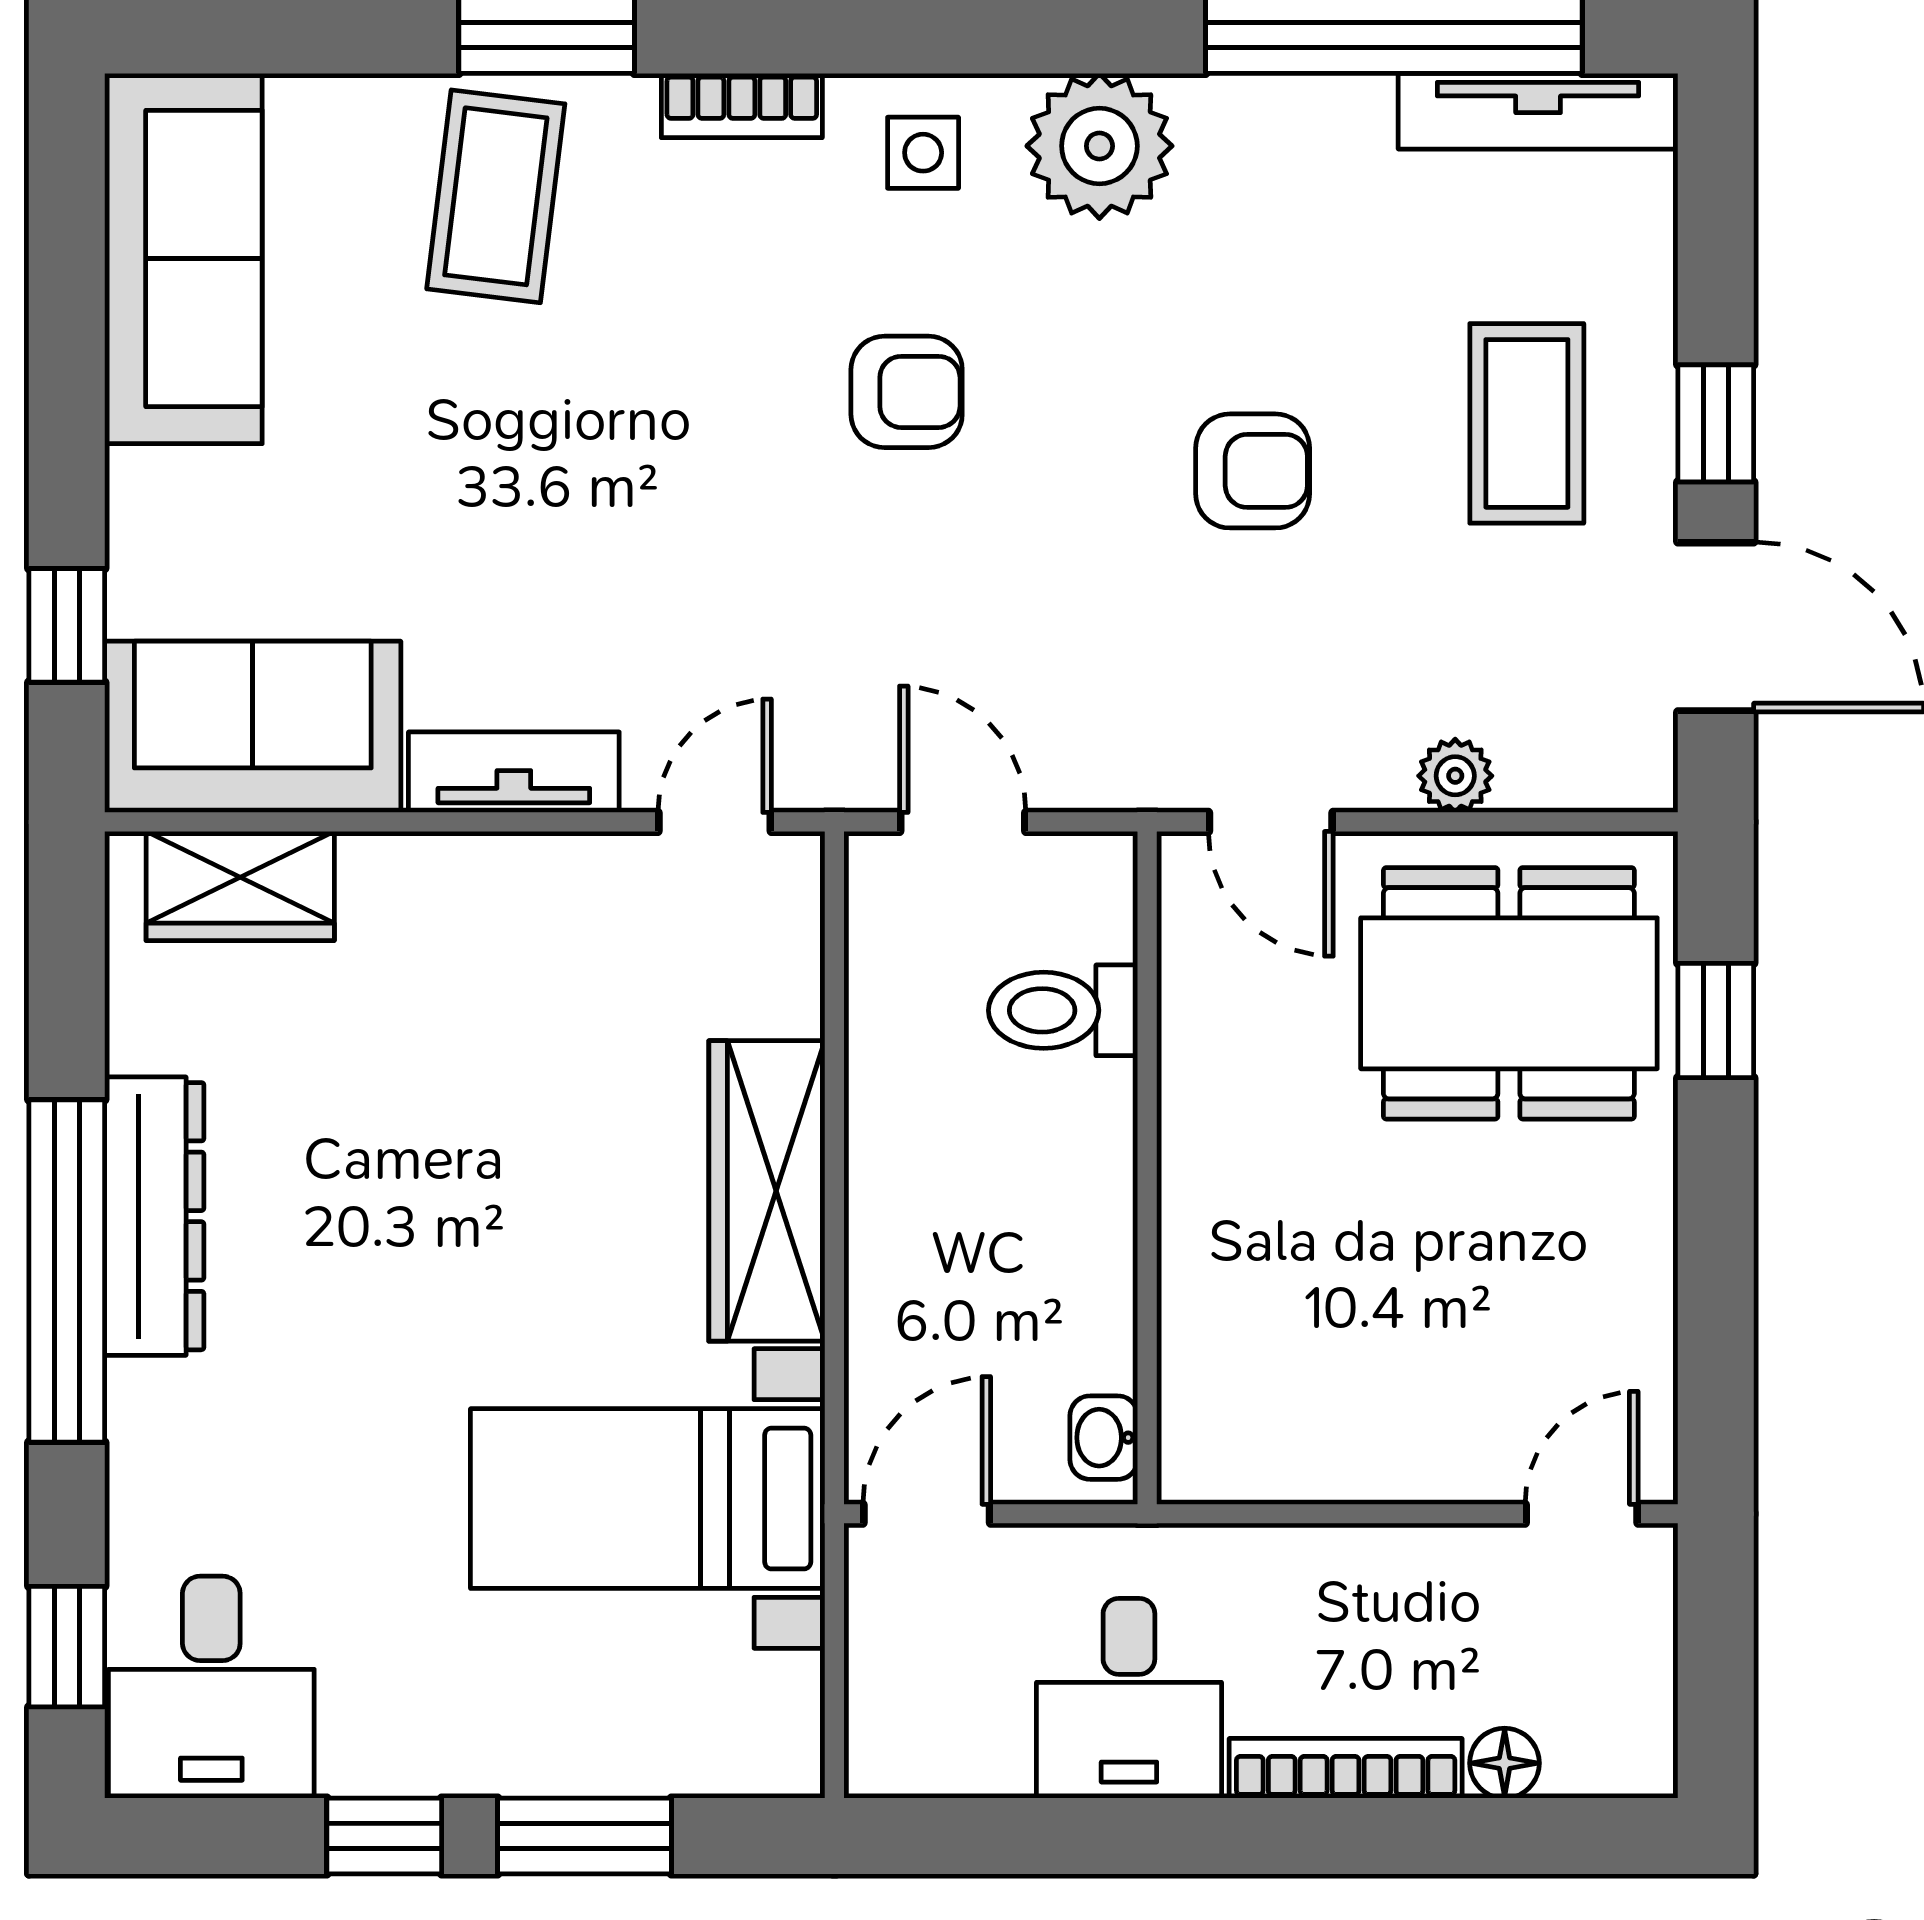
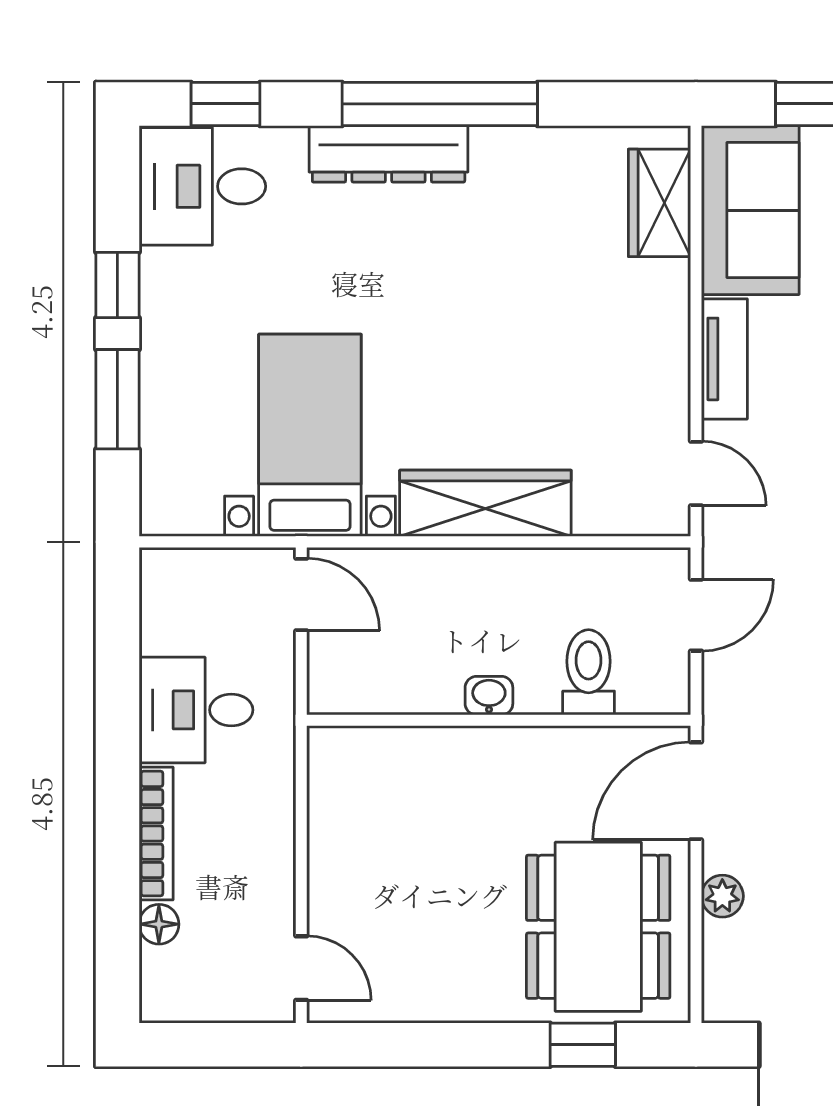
door: (1271, 822) -> (696, 791), width x1.38
dresser: (154, 1216) -> (389, 154), moved
washbasin: (1104, 1438) -> (489, 696), moved

